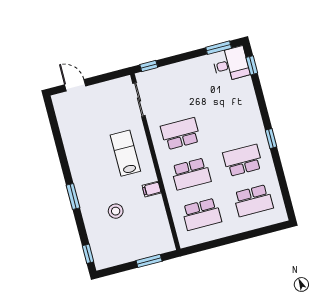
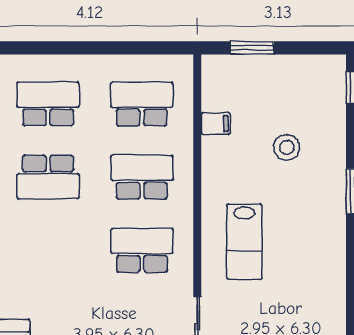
school desk: (180, 134) -> (142, 250), turned 180
filing cabinet: (152, 189) -> (216, 124), moved

